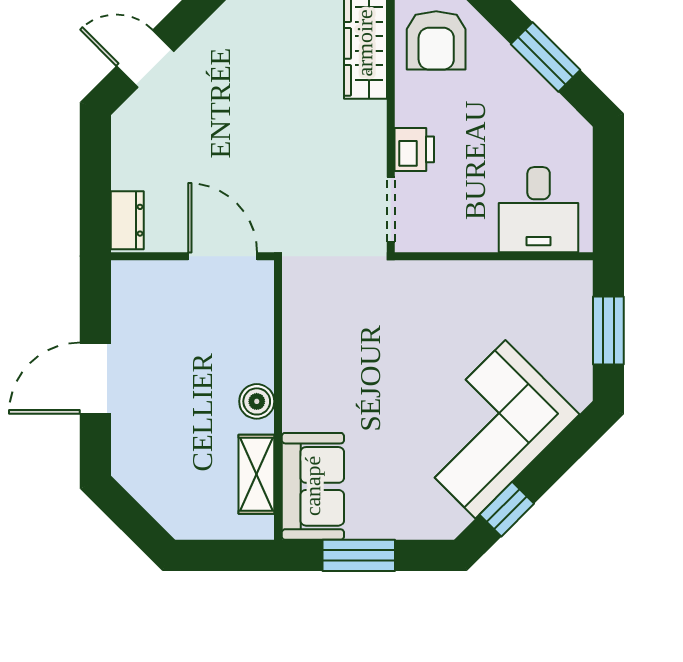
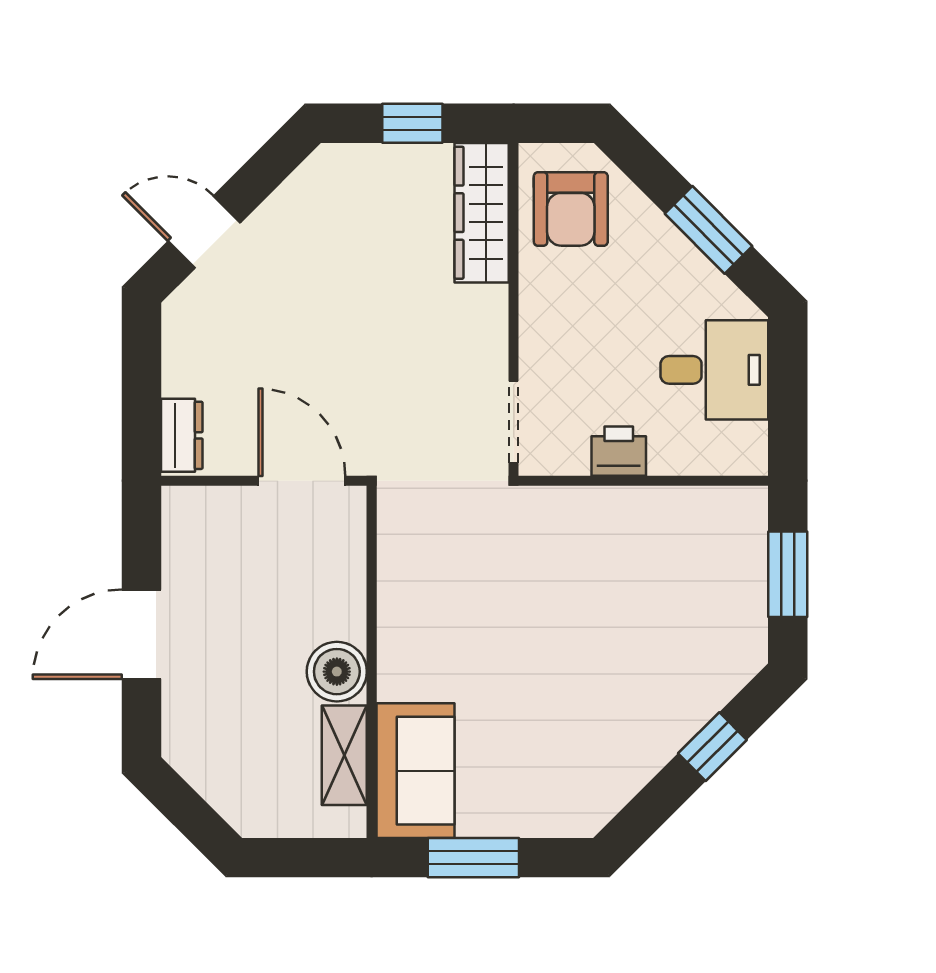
printer: (414, 149) -> (619, 451), moved, turned -90
desk: (539, 210) -> (714, 370), moved, turned -90
boiler: (257, 401) -> (337, 672), width x1.36, depth x1.36
corner sofa: (490, 429) -> (639, 699), removed
window: (507, 509) -> (712, 747), moved

